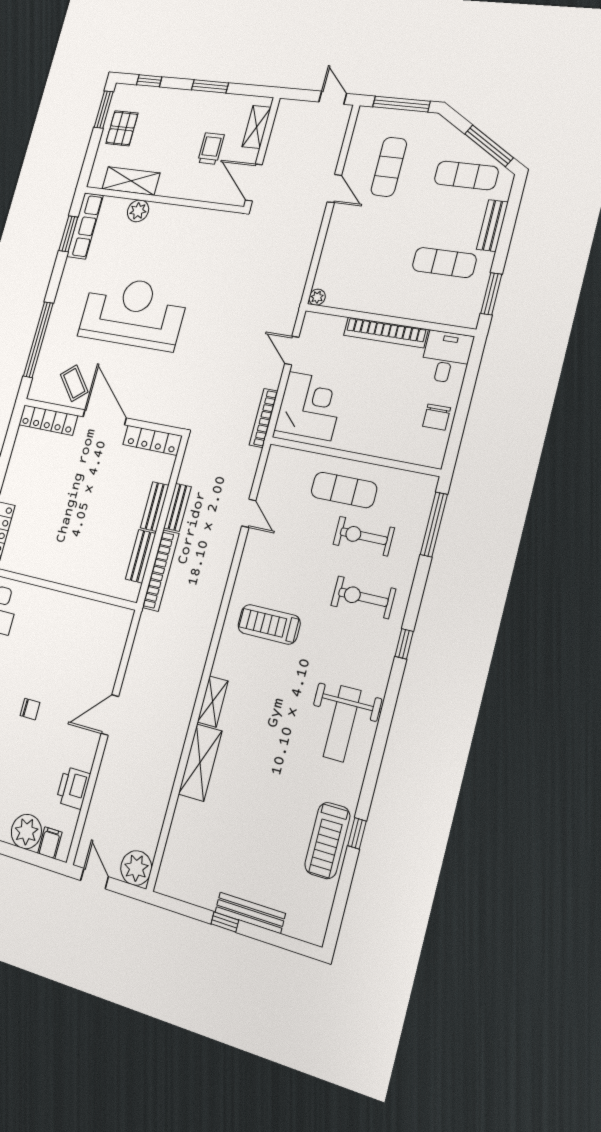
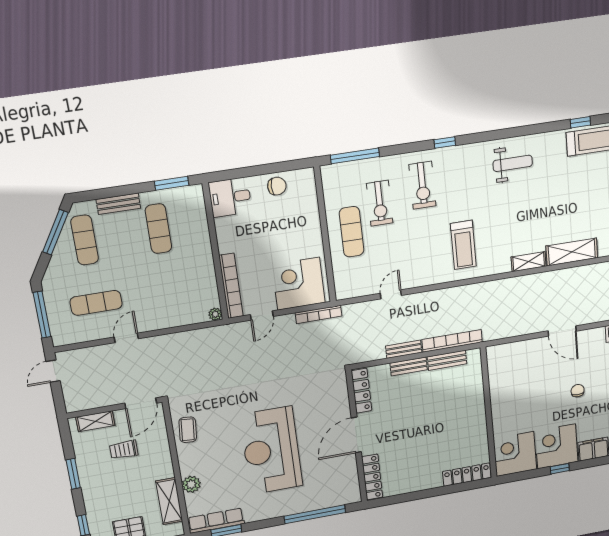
bookcase: (386, 332) -> (231, 286), moved
coffee table: (74, 383) -> (188, 430), moved, turned -45
weight bench: (342, 724) -> (513, 163), width x0.73, depth x0.75

